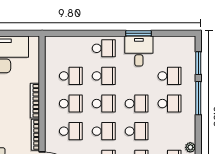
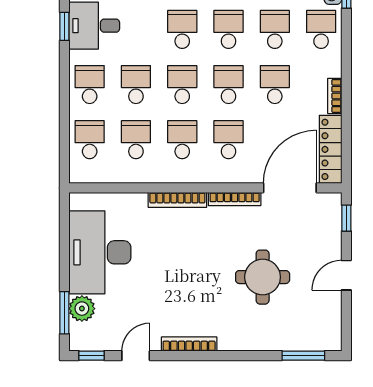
window: (138, 33) -> (64, 26), width x0.67
school desk: (71, 48) -> (90, 140), added

